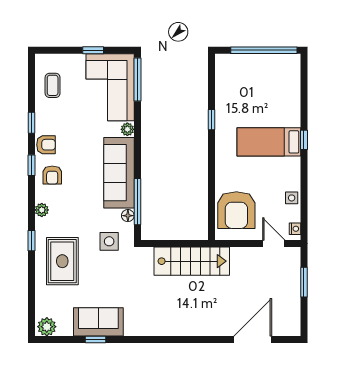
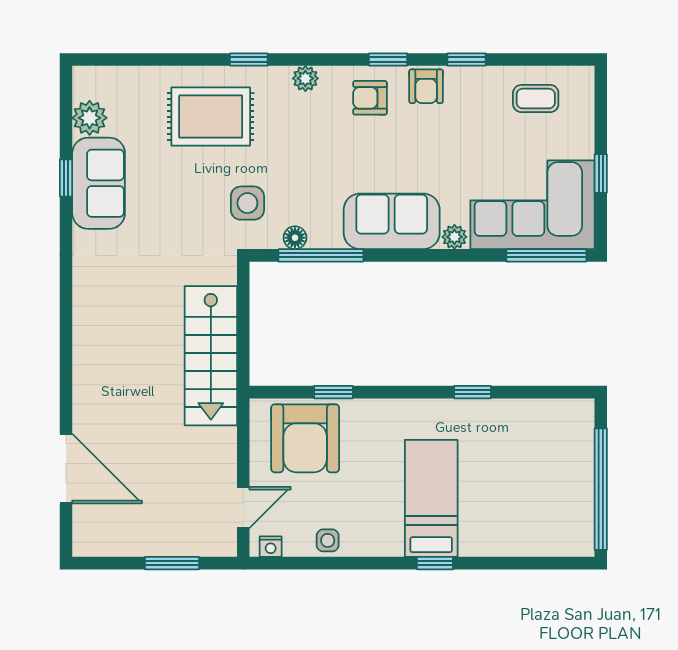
sofa: (119, 173) -> (392, 221), width x0.73
window: (211, 195) -> (334, 392), added
armchair: (236, 210) -> (305, 438), turned -90
plant: (47, 327) -> (90, 118), moved

